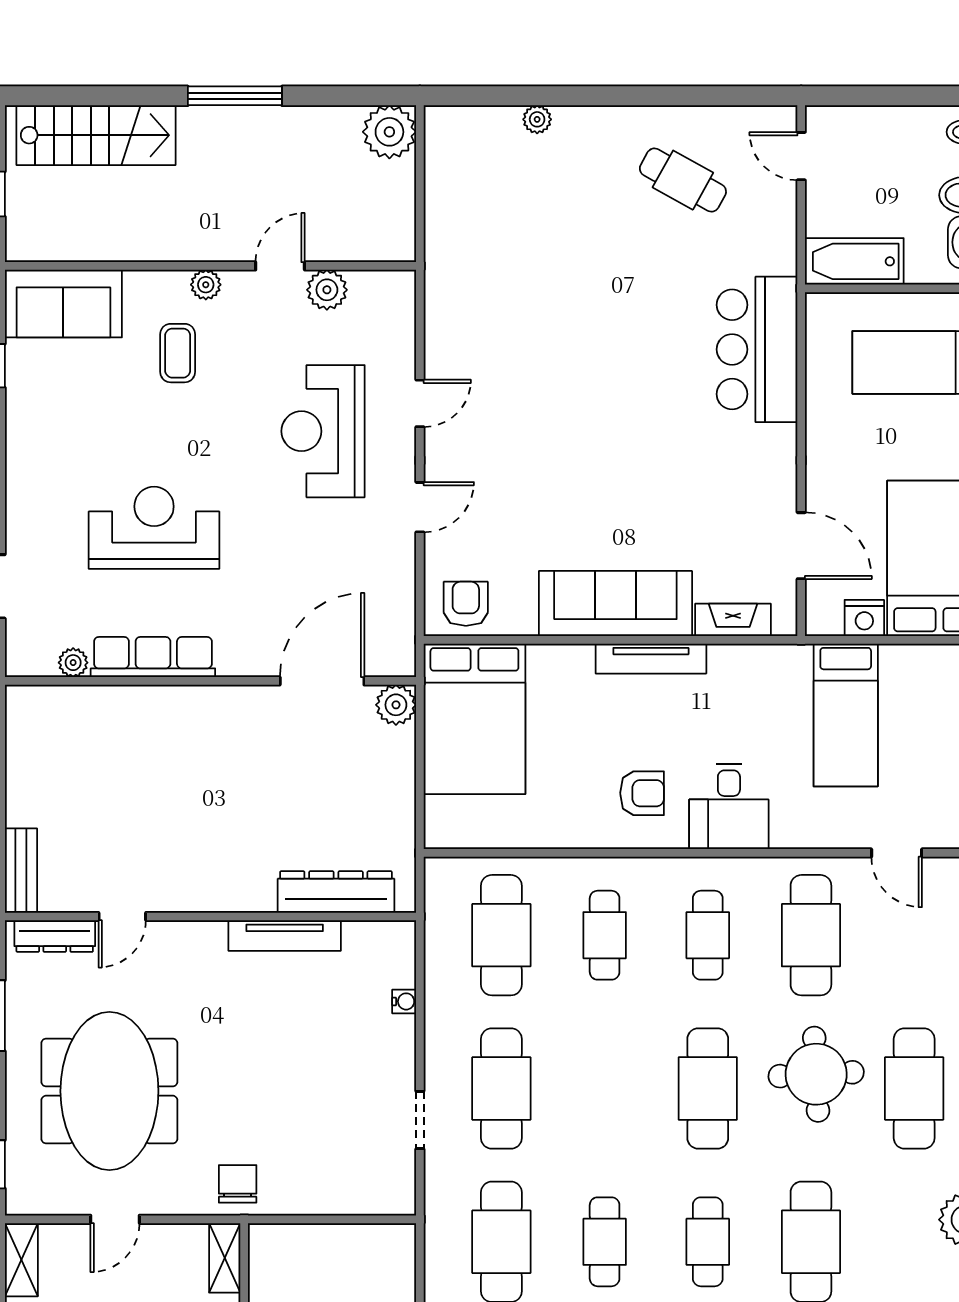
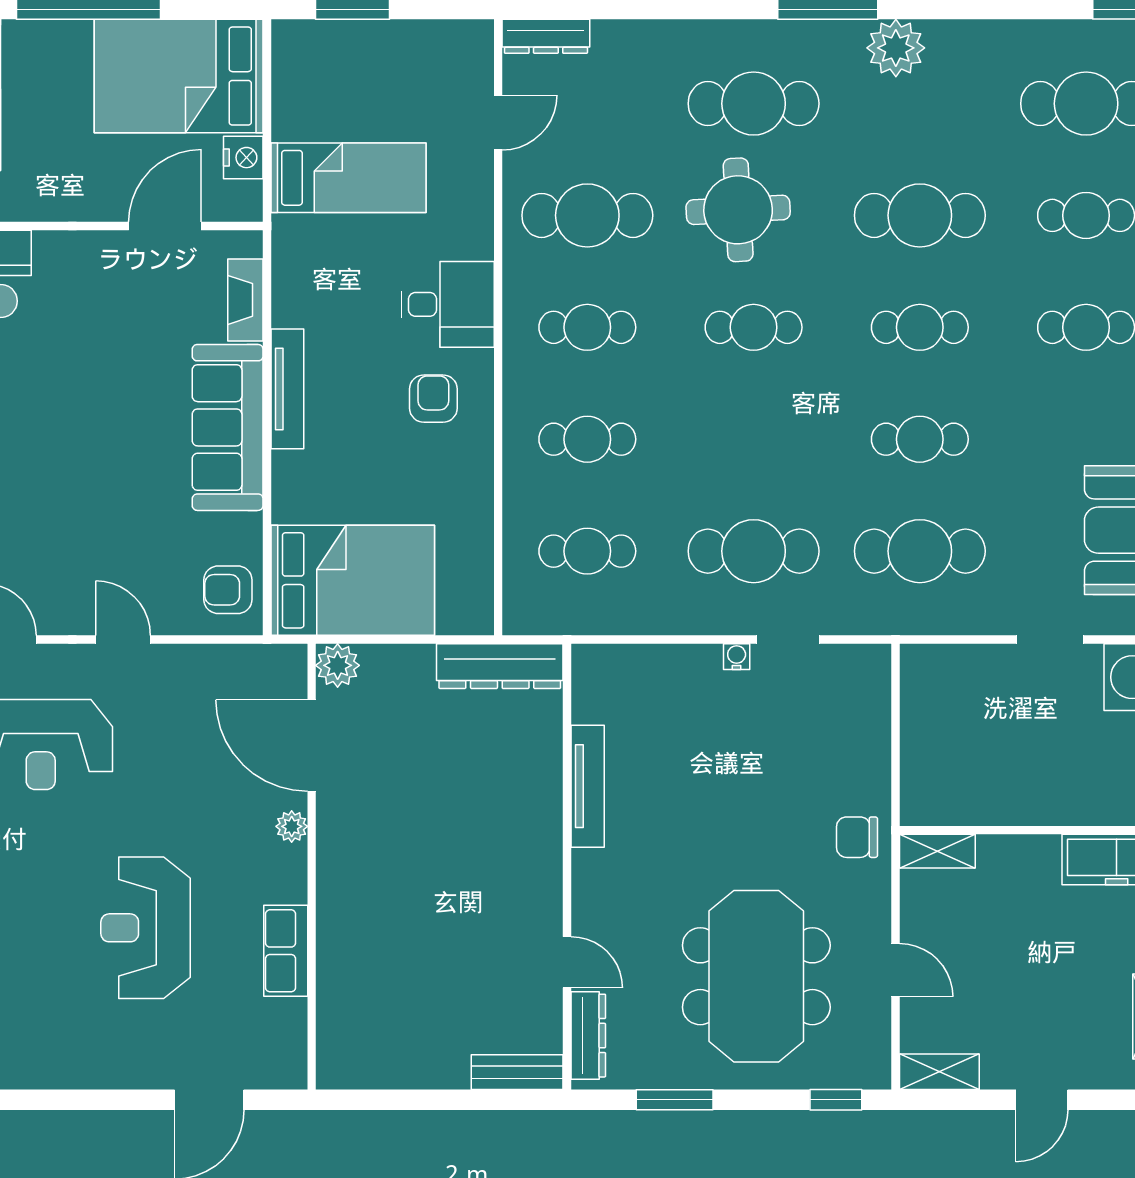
row of seats: (153, 657) -> (286, 951), width x0.68
plant: (73, 663) -> (292, 826), moved
dresser: (336, 892) -> (500, 666), moved, turned -90
cafe table: (501, 935) -> (587, 551), width x0.73, depth x0.74
water cooler: (404, 1001) -> (737, 657), moved
cafe table: (708, 1088) -> (754, 327), width x0.73, depth x0.74
meeting table: (109, 1091) -> (756, 976), turned 90

